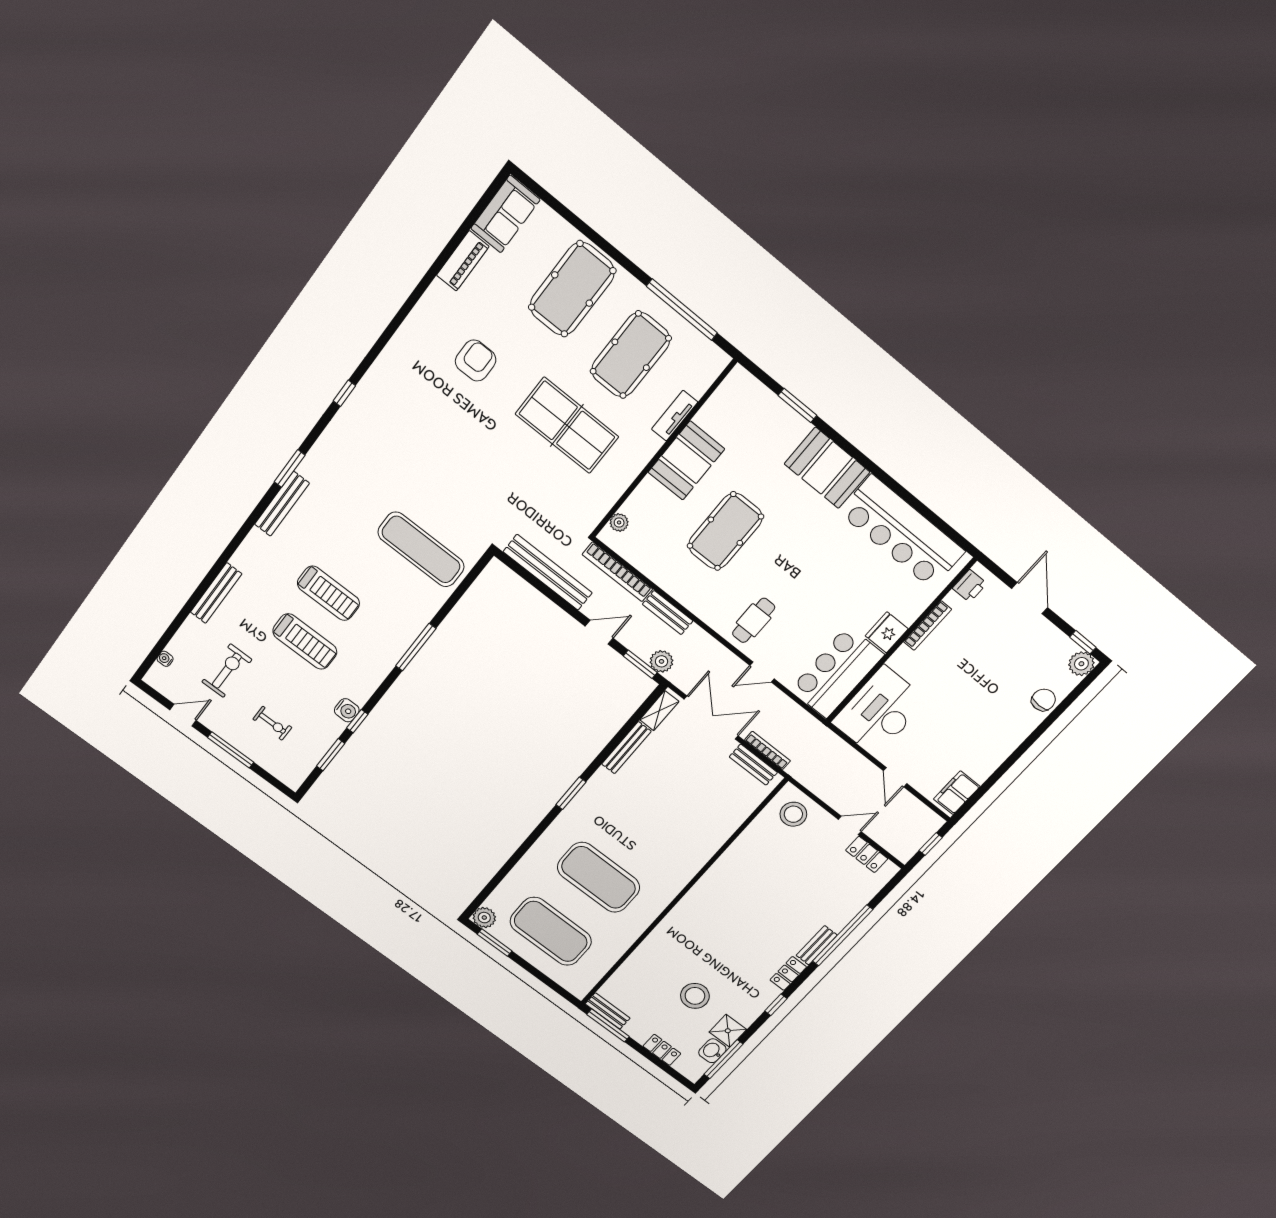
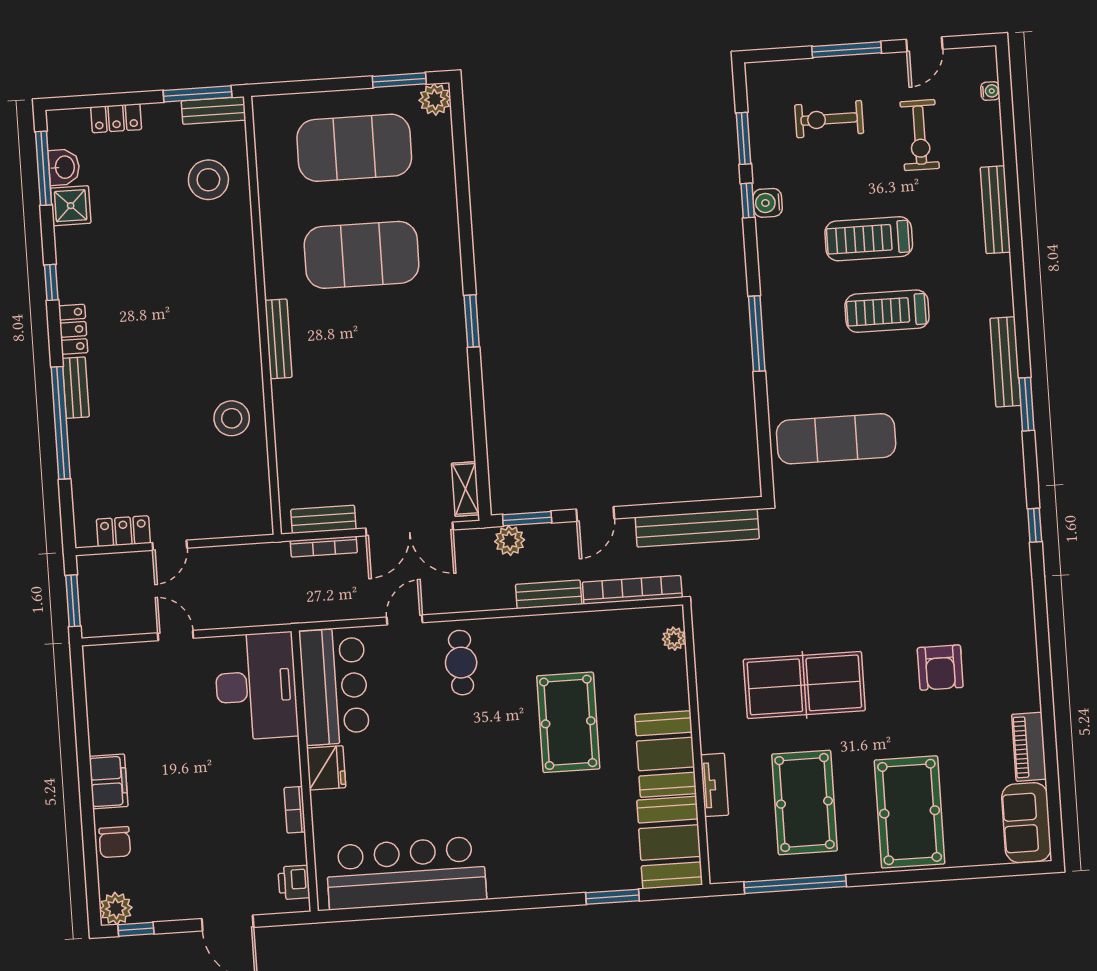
booth: (827, 468) -> (670, 842), moved, turned 90
bookcase: (928, 626) -> (295, 810), width x0.64
exercise bike: (272, 723) -> (829, 119), width x1.38, depth x1.39
bench: (626, 748) -> (278, 339), moved
filing cabinet: (957, 793) -> (109, 781), moved
stool: (793, 814) -> (232, 418), moved
window: (931, 844) -> (73, 601), width x1.50
stool: (695, 996) -> (208, 180), moved

